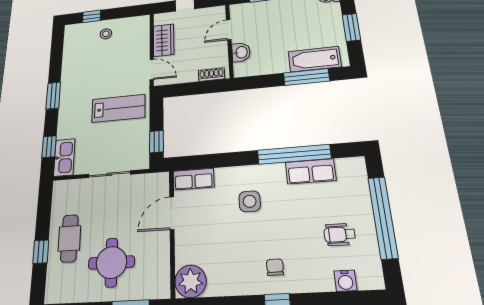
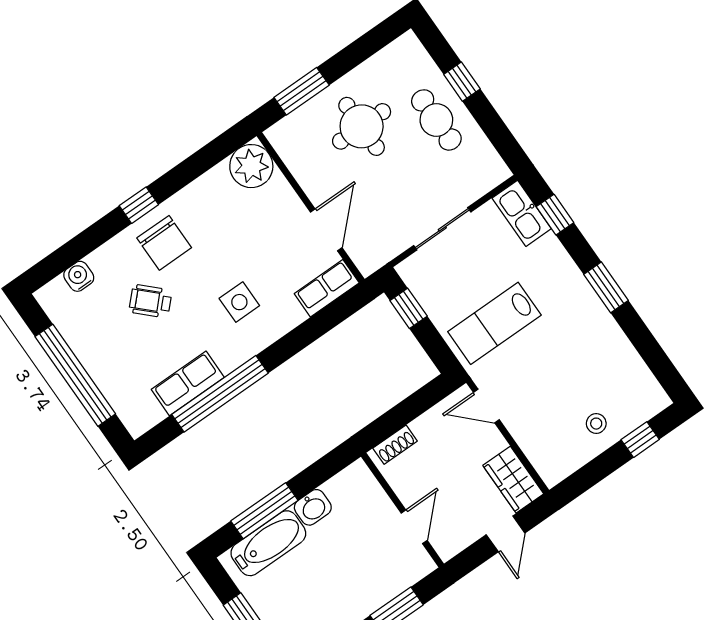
wardrobe: (164, 40) -> (513, 480), moved
washbasin: (241, 52) -> (313, 507), moved, turned -90
wheelchair: (340, 234) -> (150, 301), moved, turned -136
chair: (275, 267) -> (164, 243), width x1.87, depth x1.87

